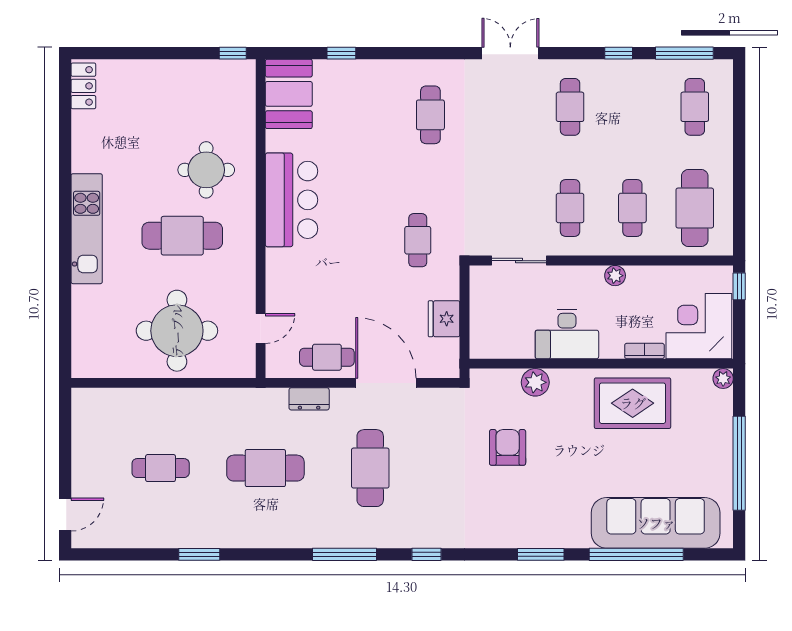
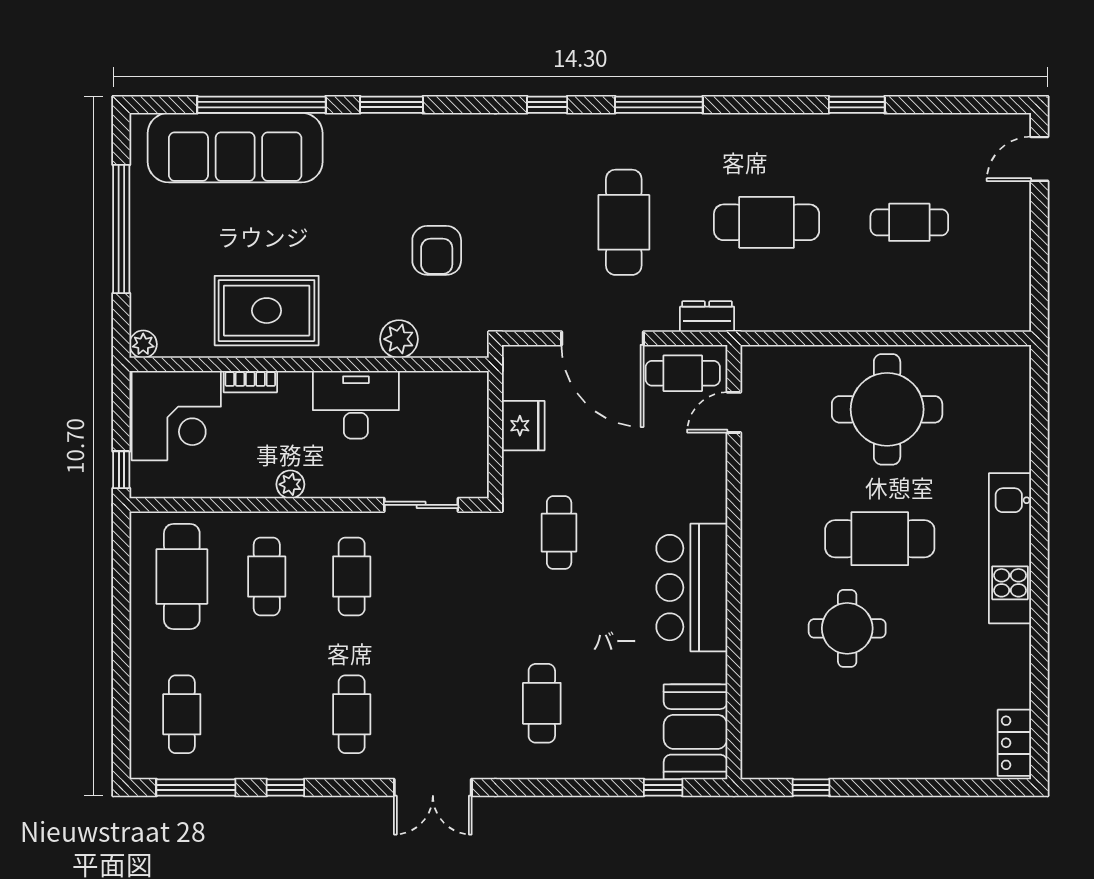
booth: (289, 94) -> (696, 732), moved
bar counter: (291, 200) -> (692, 588), moved
wall: (261, 219) -> (734, 562), moved
door: (261, 328) -> (734, 412), moved

